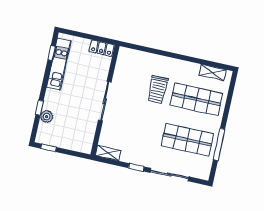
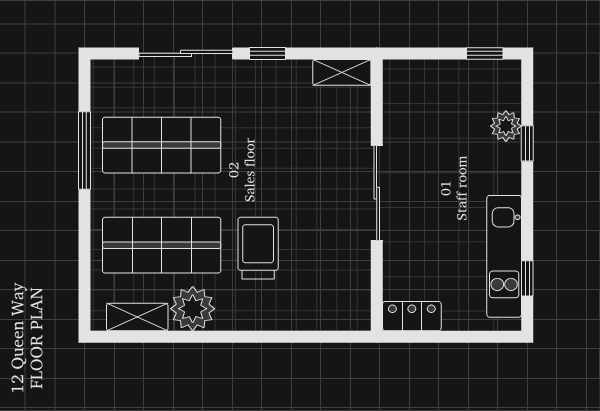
plant: (189, 71) -> (193, 309), added

